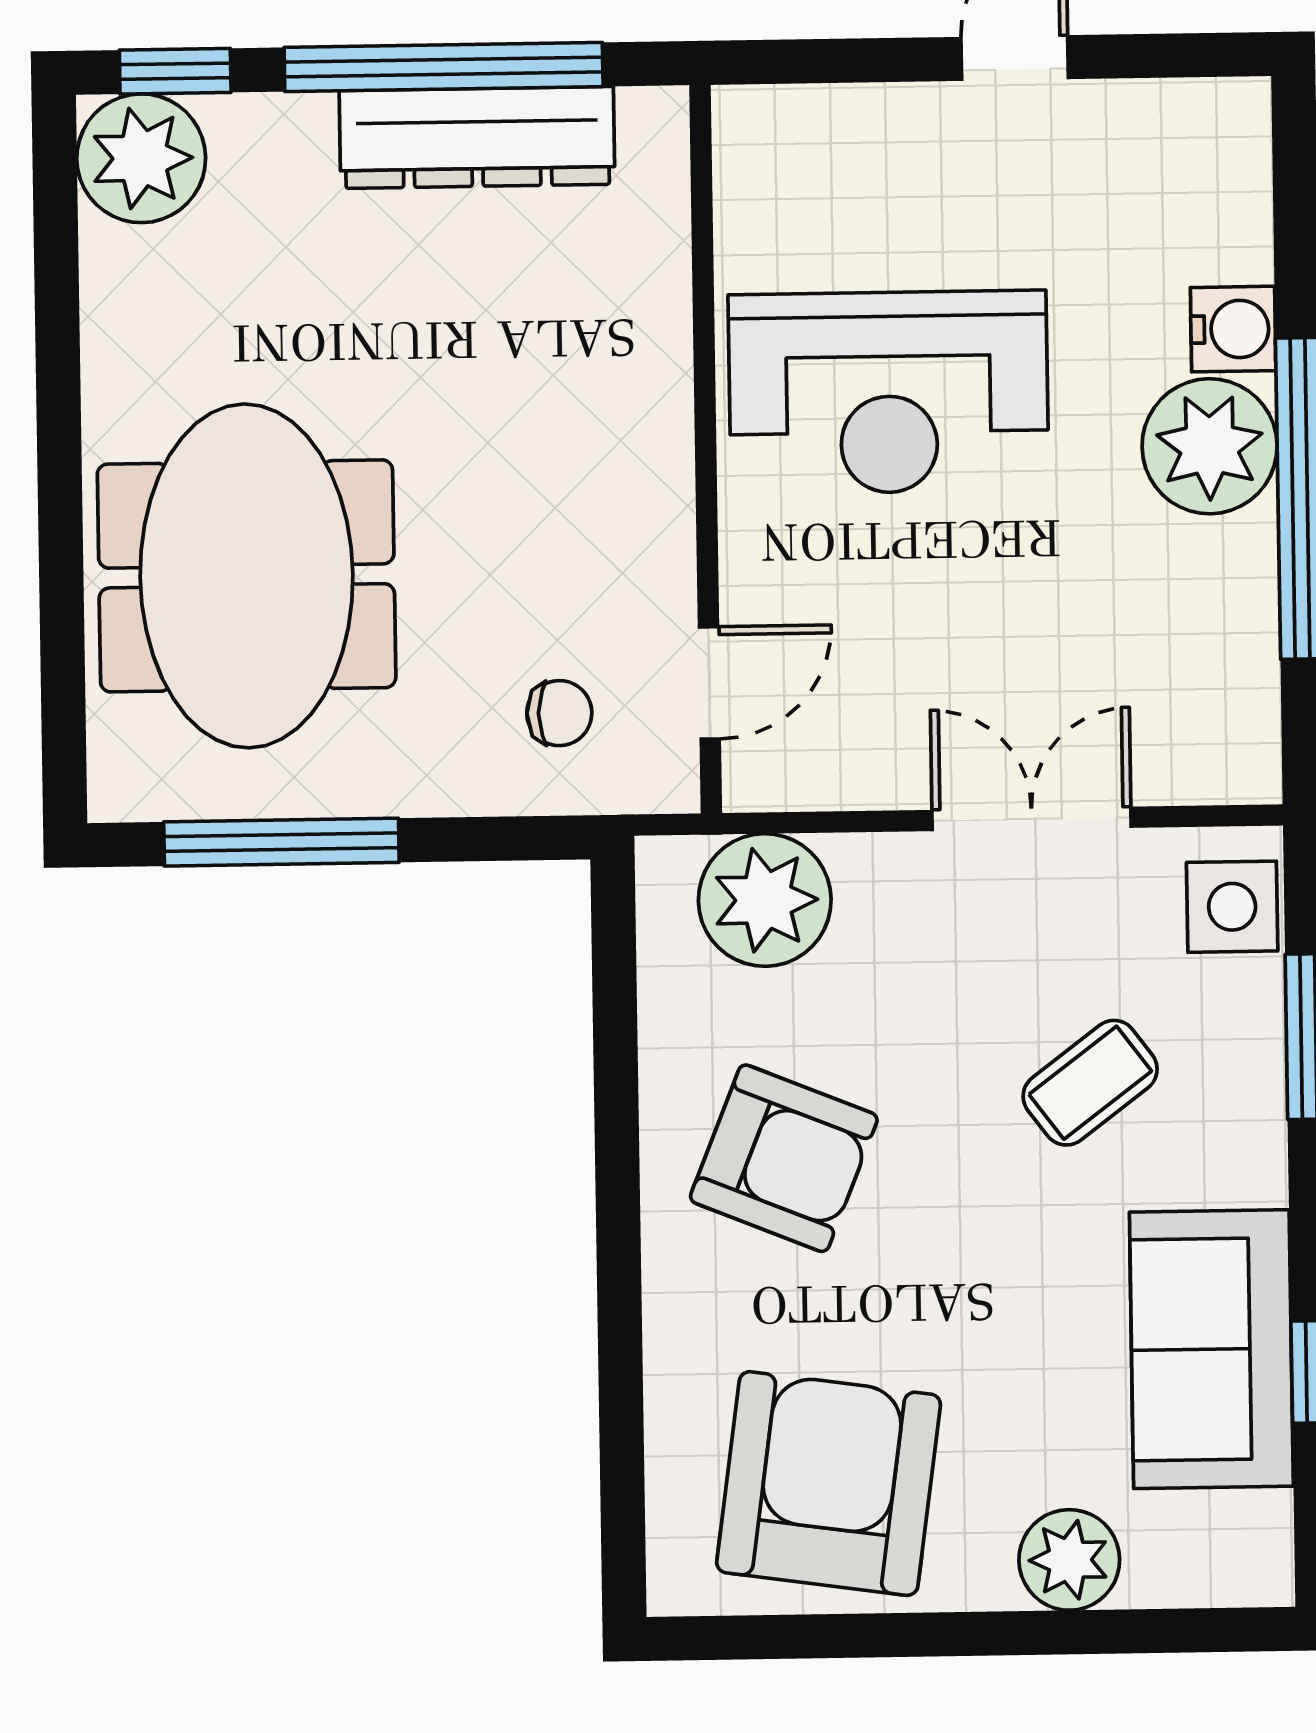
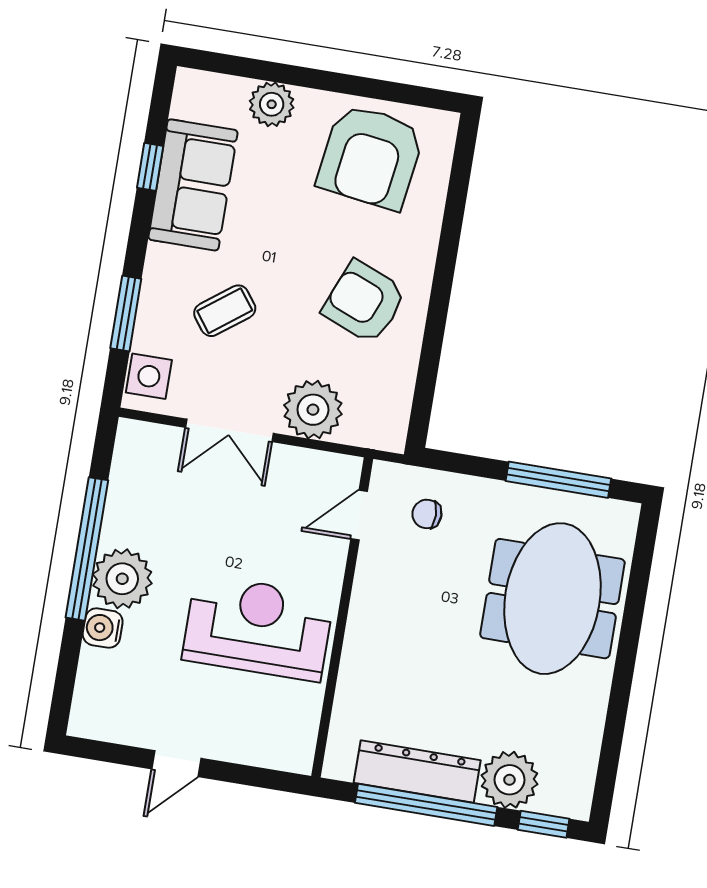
plant: (141, 158) -> (510, 780), moved
plant: (765, 900) -> (313, 410), moved

